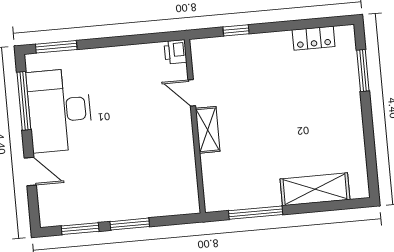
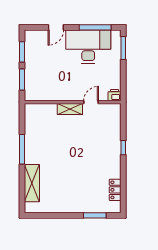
printer: (175, 52) -> (114, 95), moved
door: (192, 93) -> (91, 102), moved
wall: (195, 126) -> (73, 102), moved
shelving: (208, 130) -> (70, 109), moved

